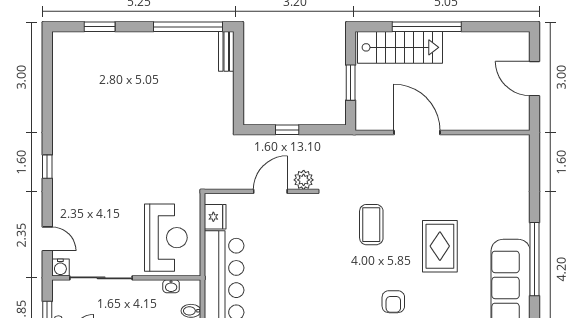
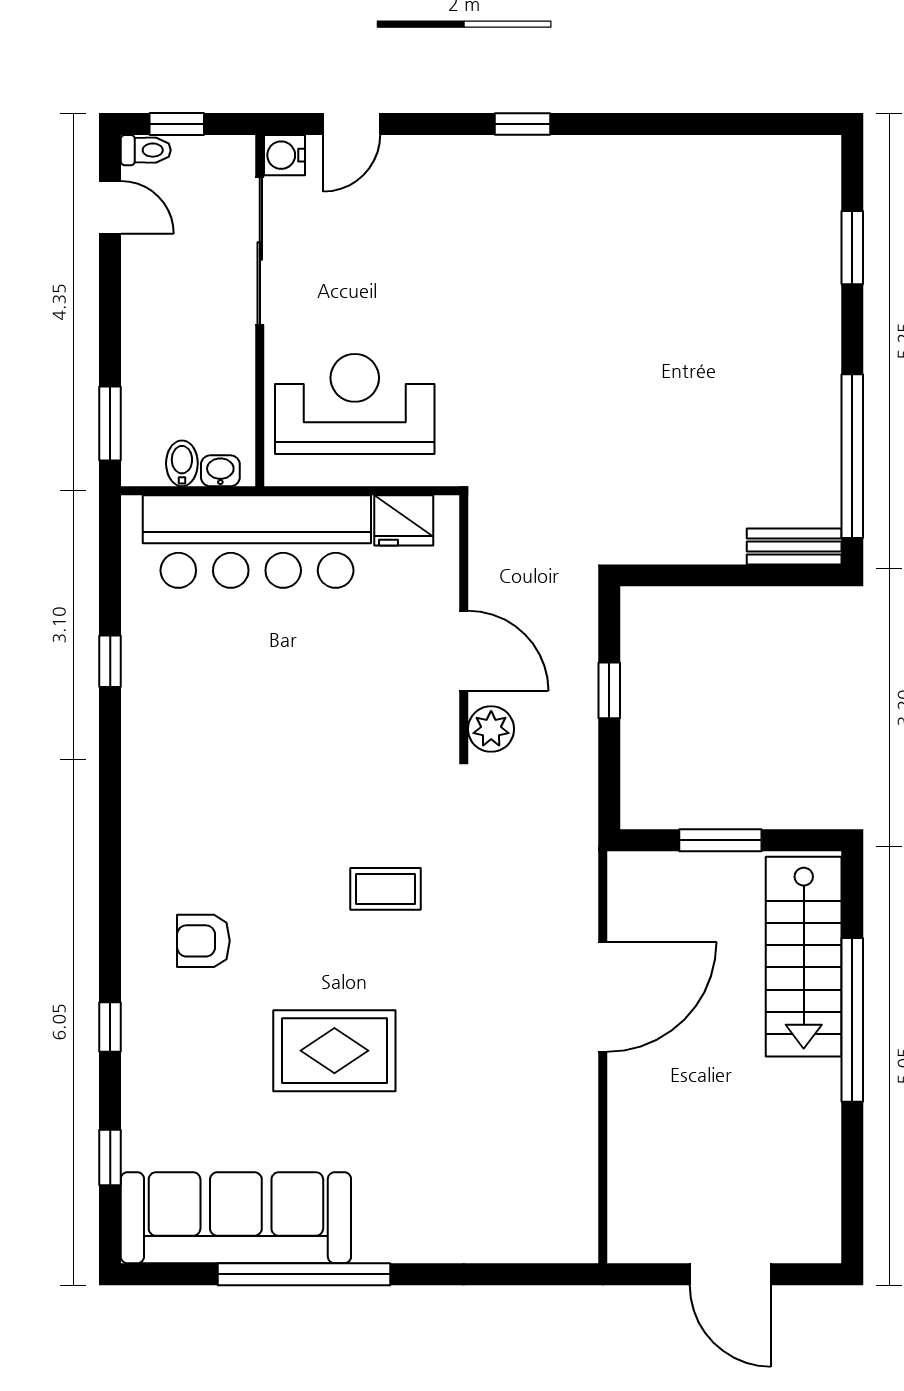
door: (535, 79) -> (730, 1274), swing flipped
coffee table: (371, 225) -> (386, 889), width x0.73, depth x0.77
reception desk: (166, 238) -> (355, 404), turned 180
washbasin: (171, 286) -> (220, 471), moved, turned 90

